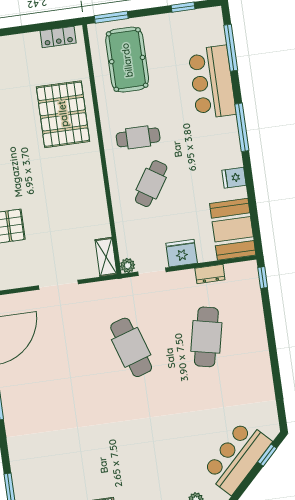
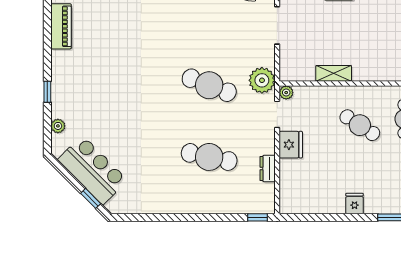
booth: (233, 229) -> (306, 196), removed
shelving: (106, 257) -> (334, 73), moved
plant: (118, 293) -> (262, 80), added
cafe table: (131, 347) -> (209, 85), turned 39

